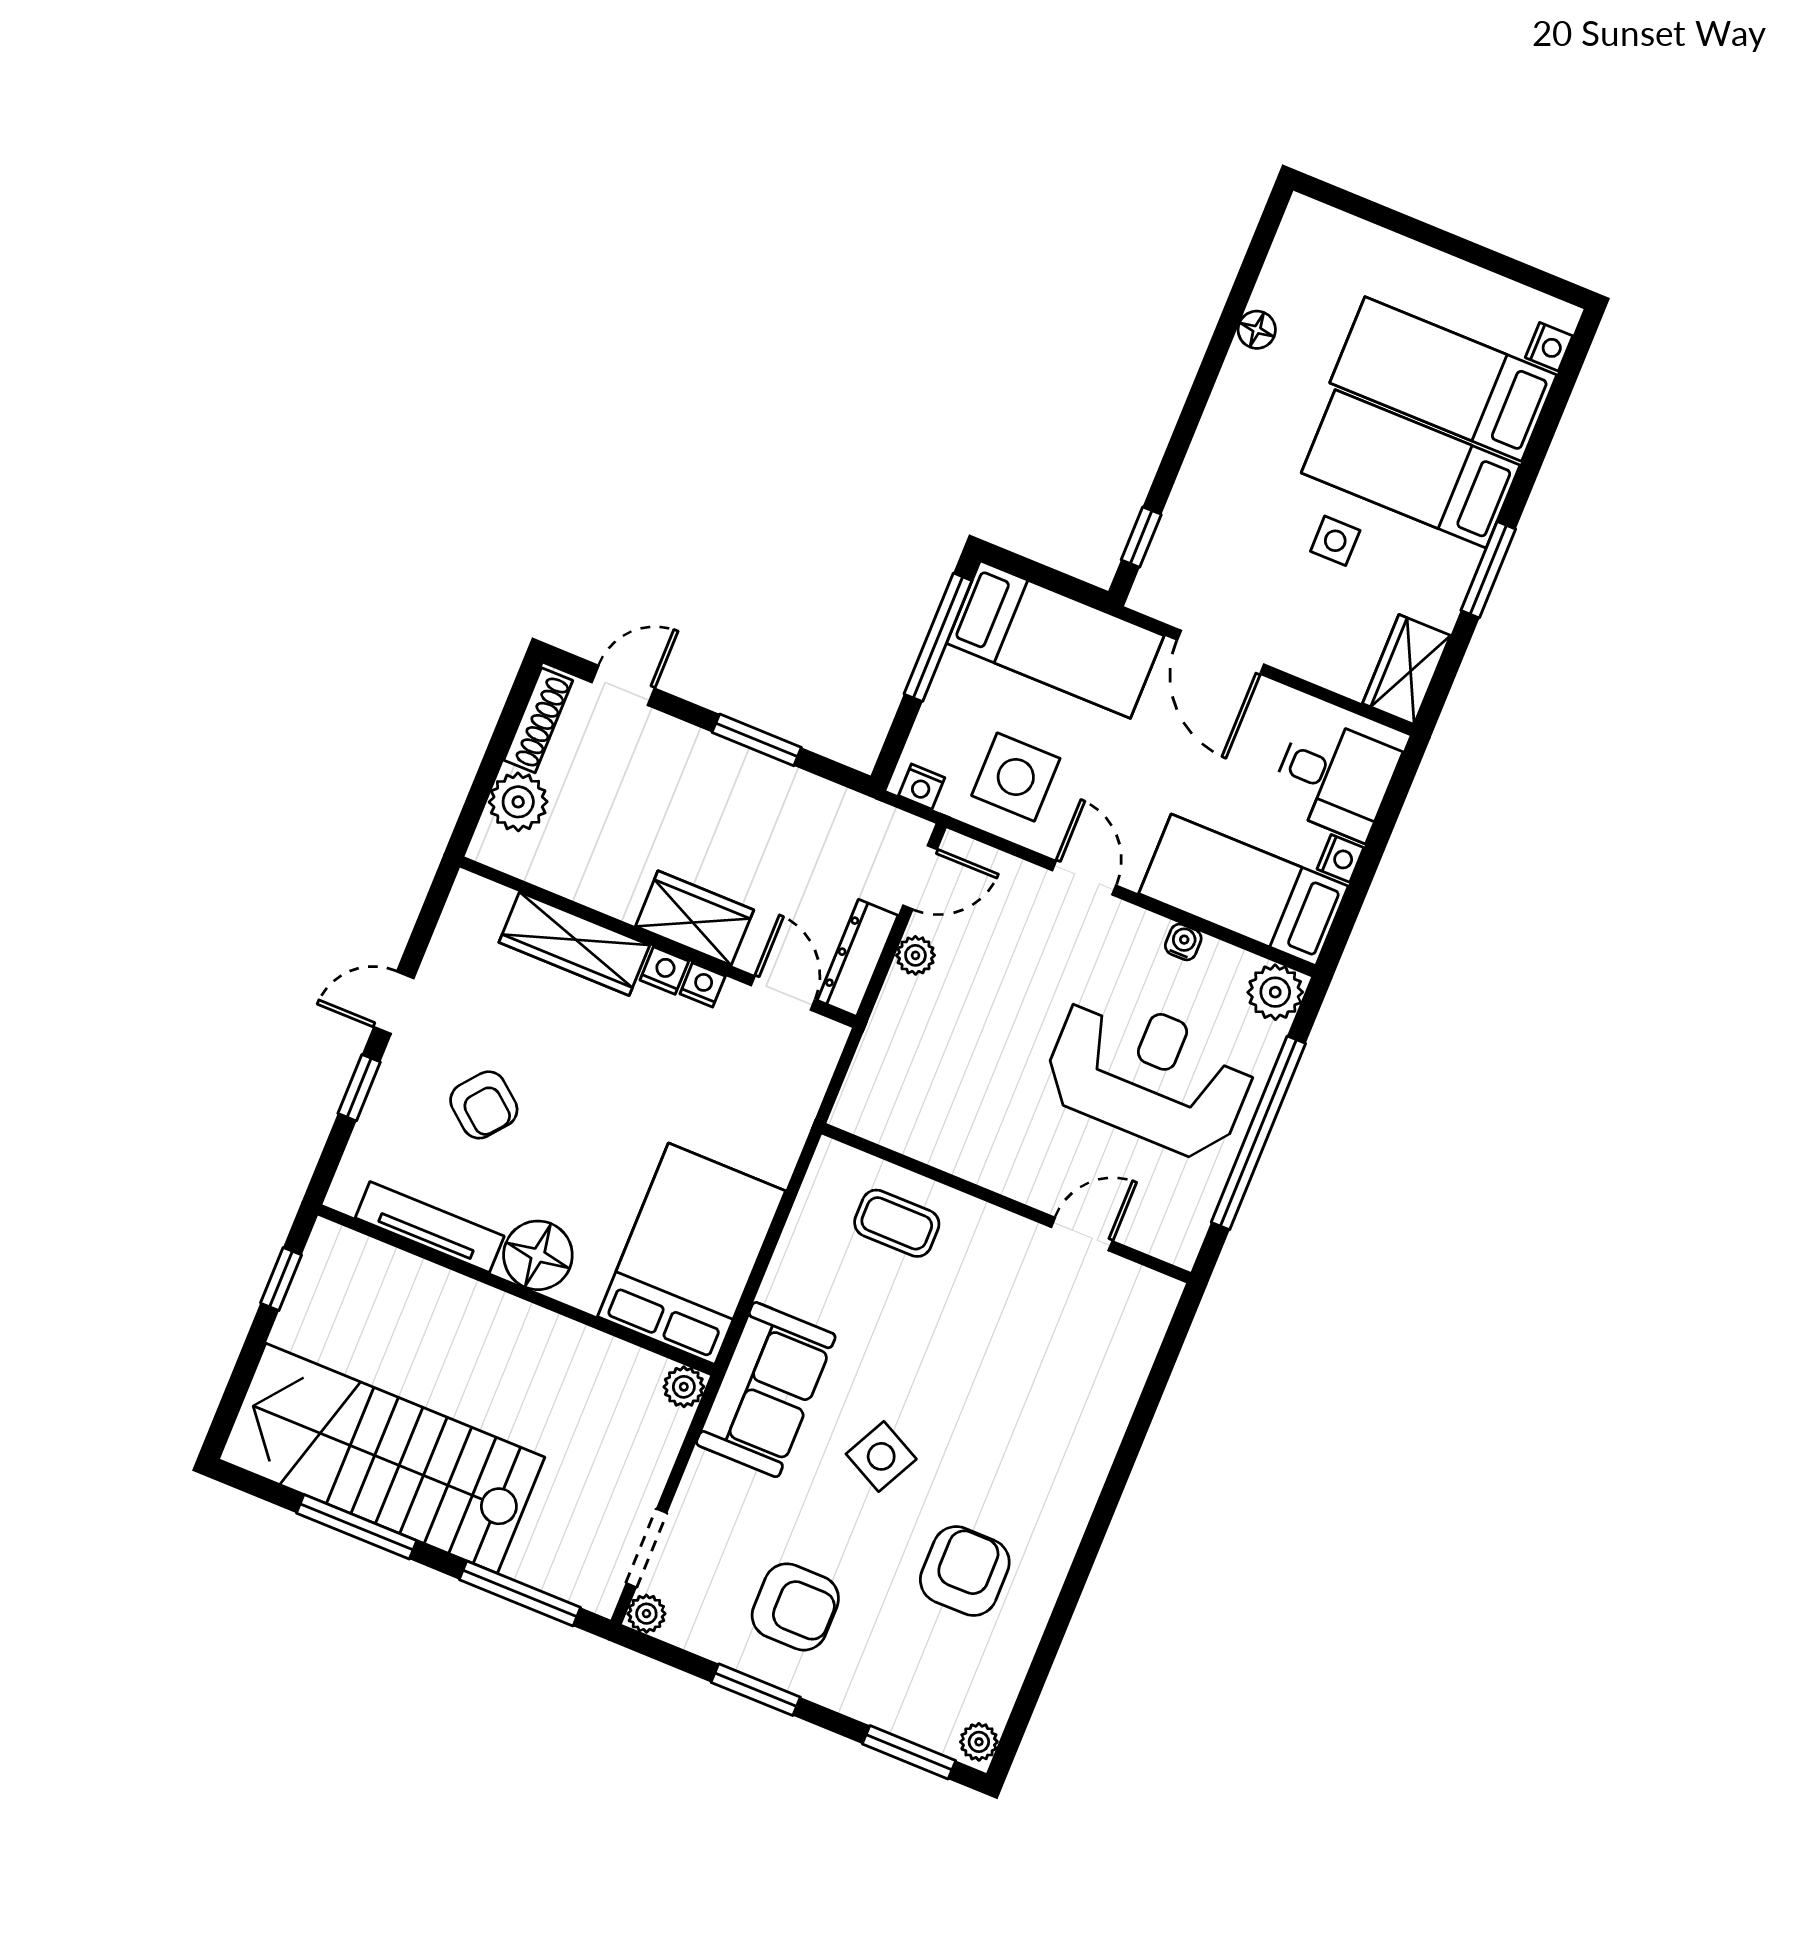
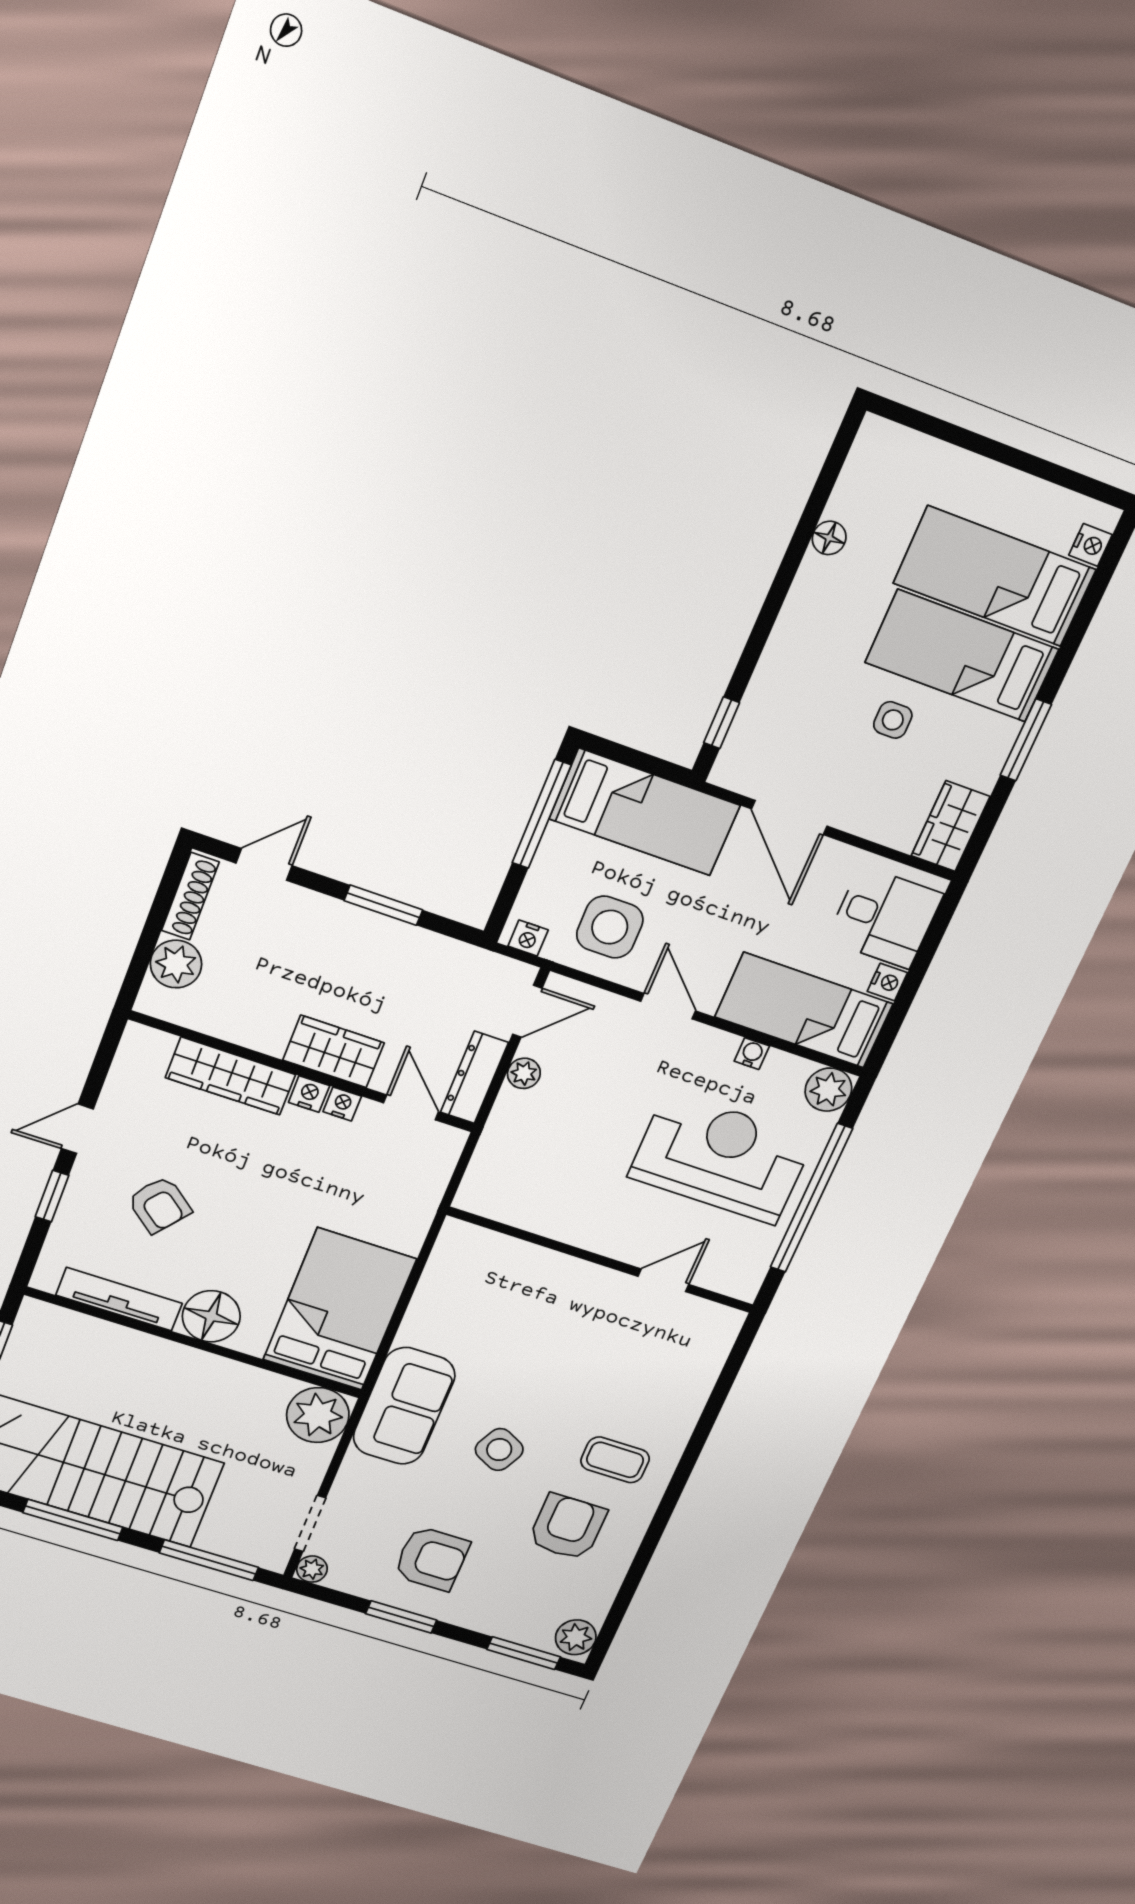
coffee table: (897, 1223) -> (615, 1460), moved
plant: (684, 1387) -> (318, 1415), width x1.87, depth x1.87
plant: (979, 1742) -> (576, 1637), width x1.38, depth x1.38

